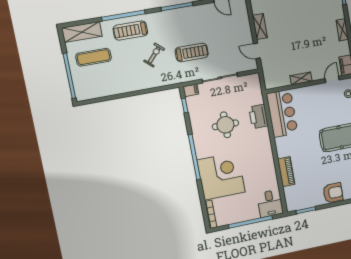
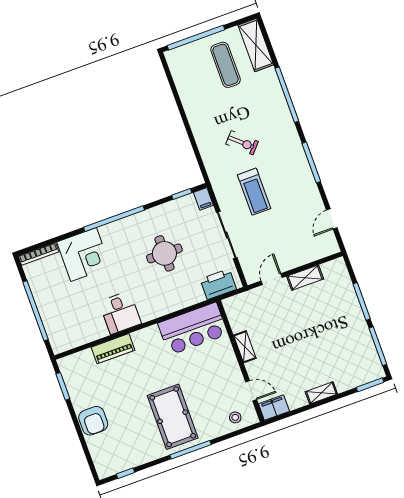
treadmill: (130, 31) -> (269, 107), removed
printer: (258, 116) -> (218, 284), moved
corner desk: (221, 176) -> (84, 255), width x0.74, depth x0.74
desk: (270, 203) -> (120, 313), moved, turned -90

